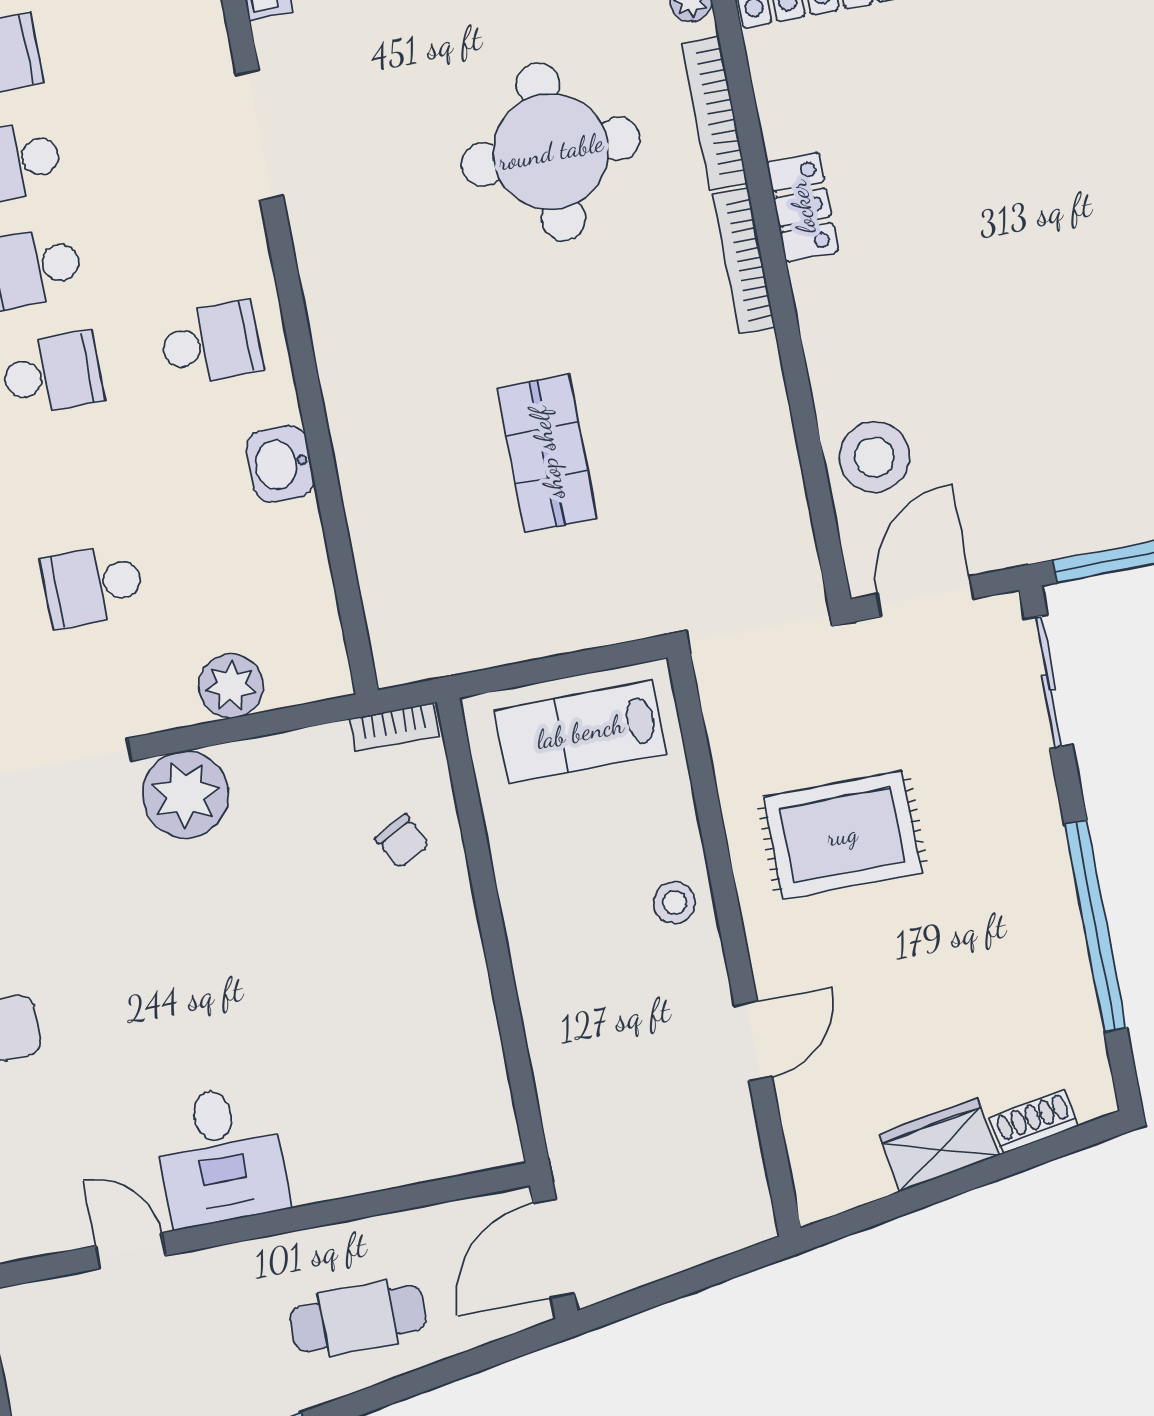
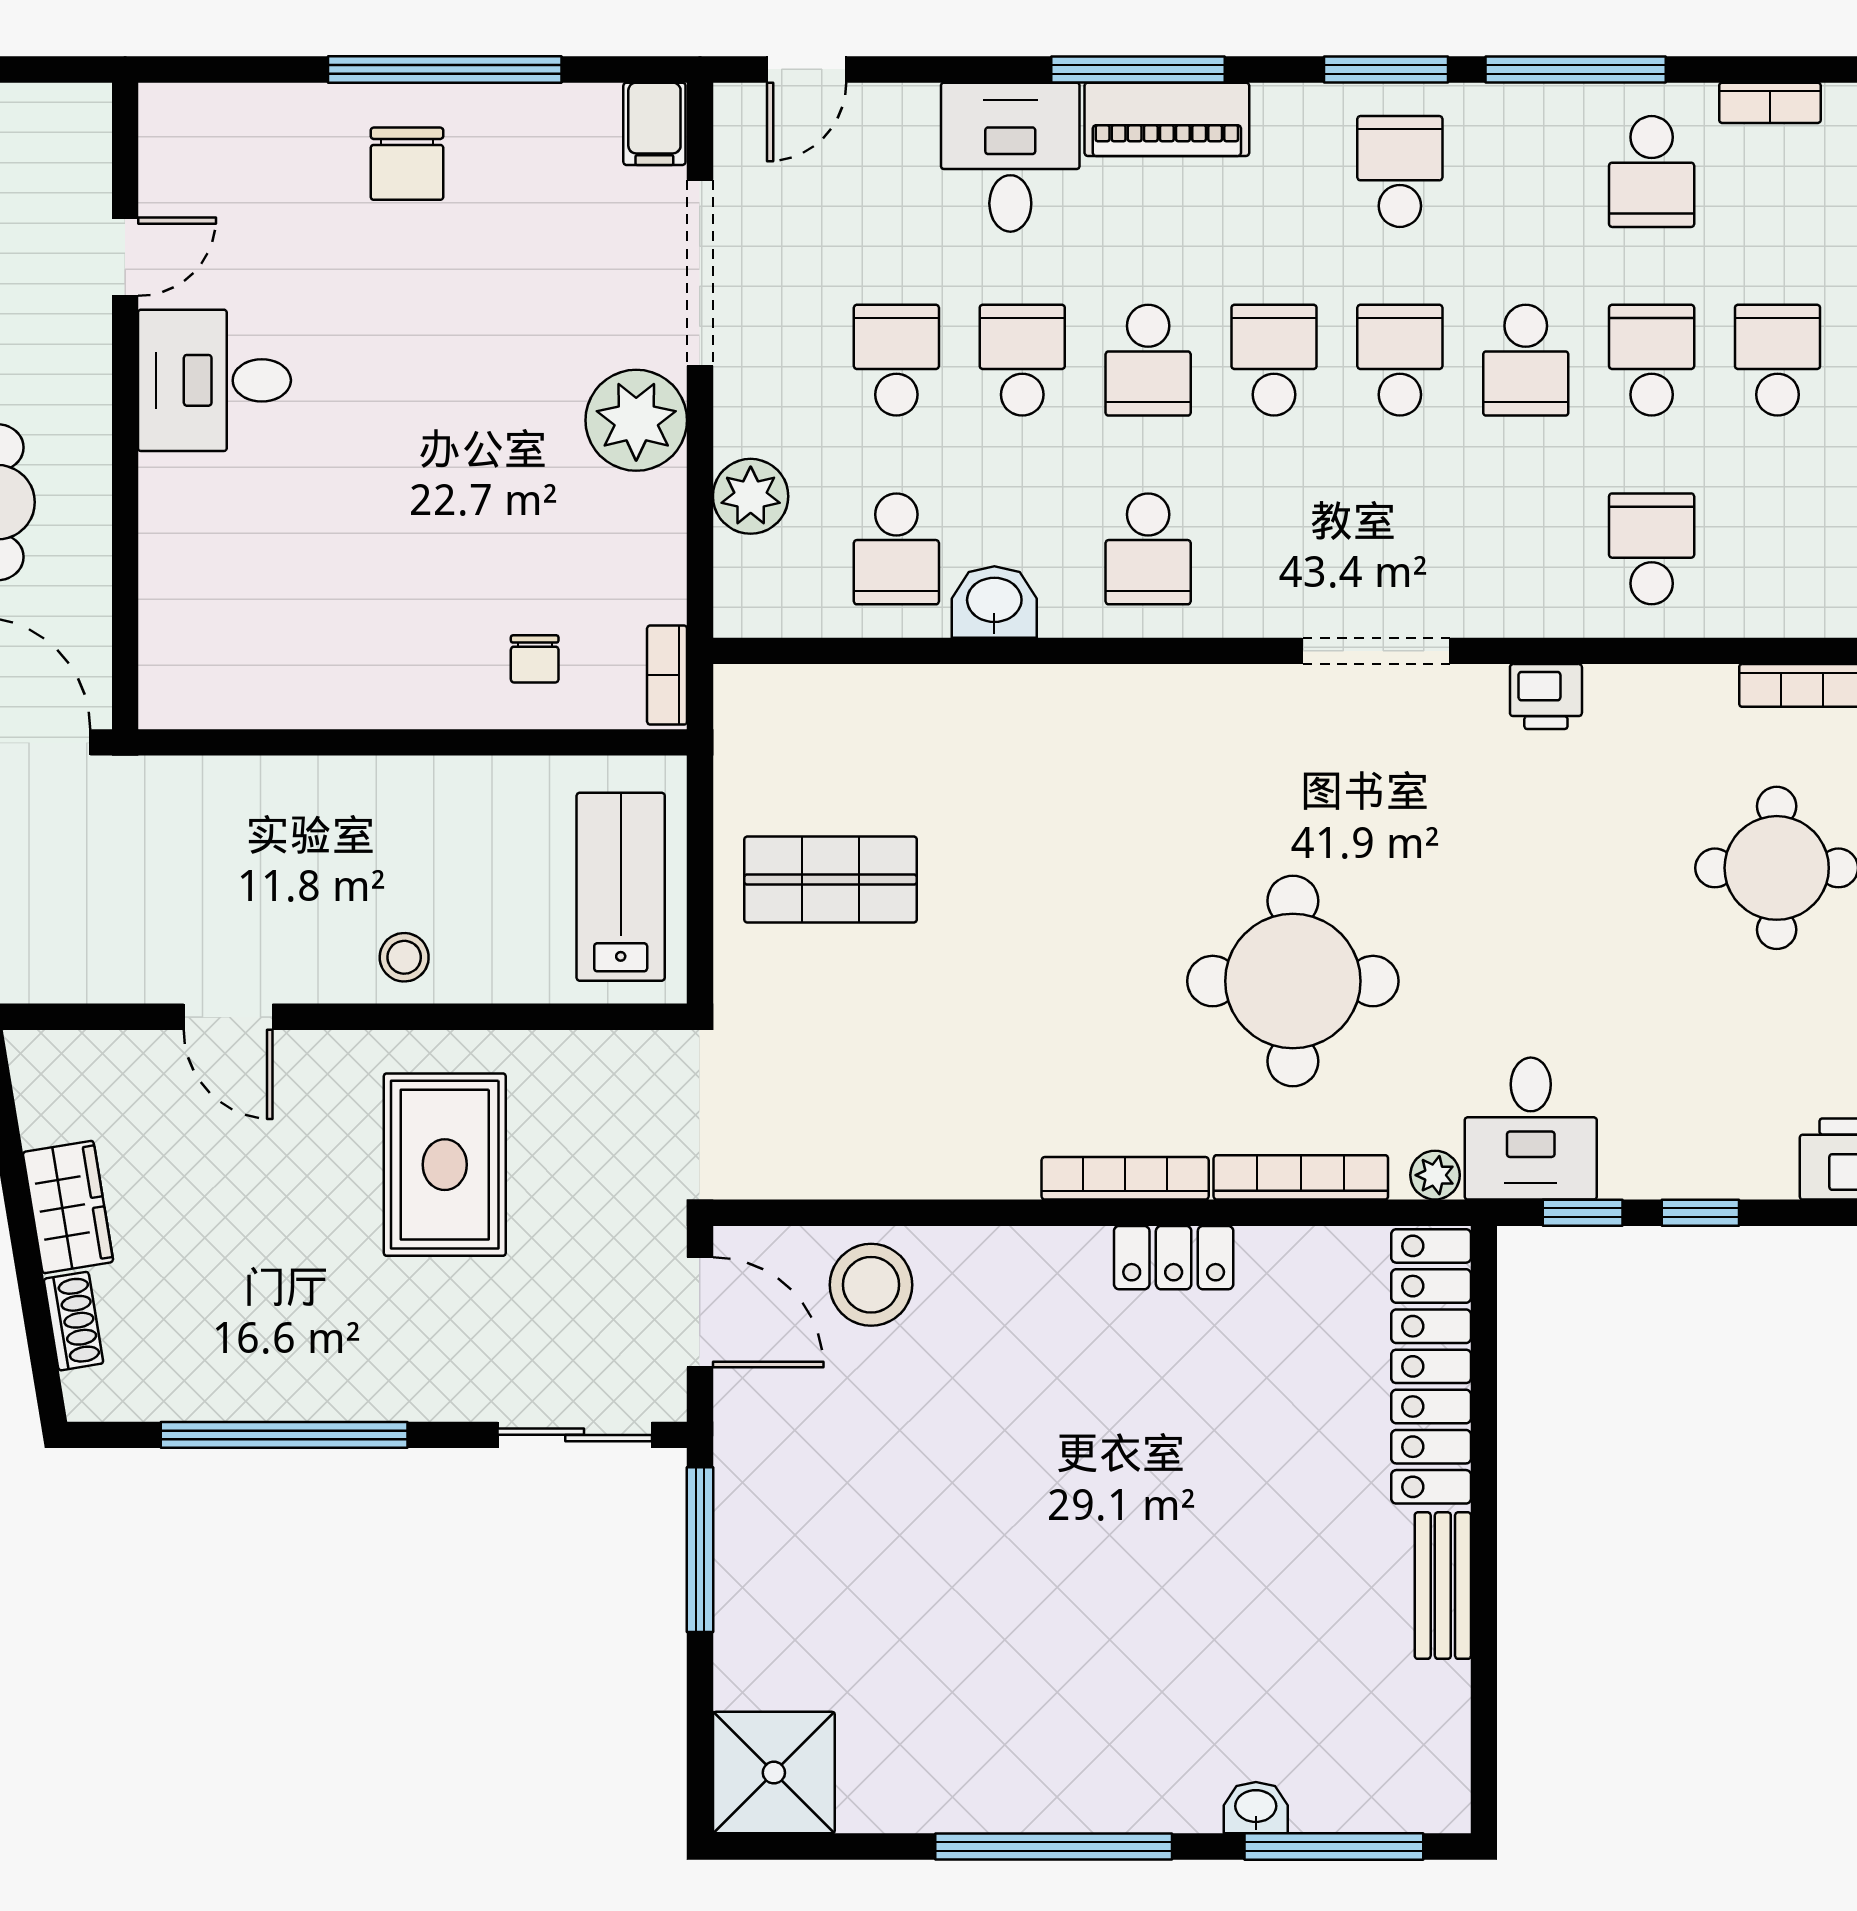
shop shelf: (547, 453) -> (831, 880), moved
school desk: (72, 480) -> (1022, 360), added
school desk: (251, 555) -> (896, 549), added
chair: (402, 841) -> (535, 659), turned -62

